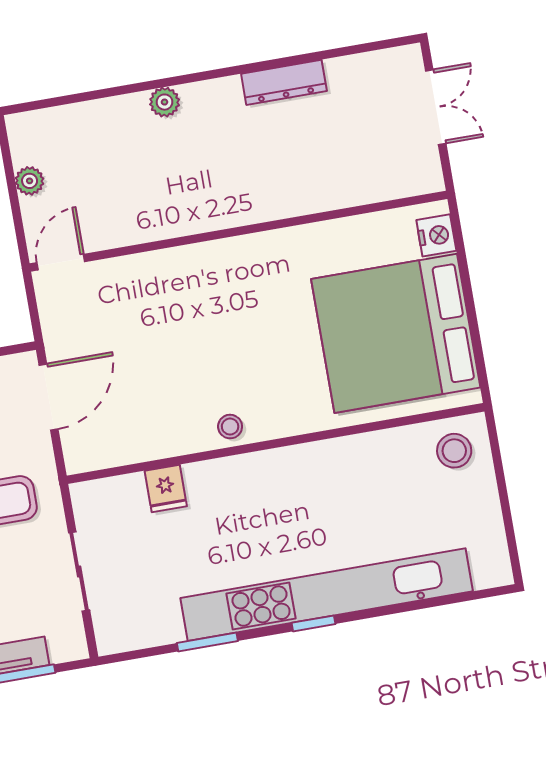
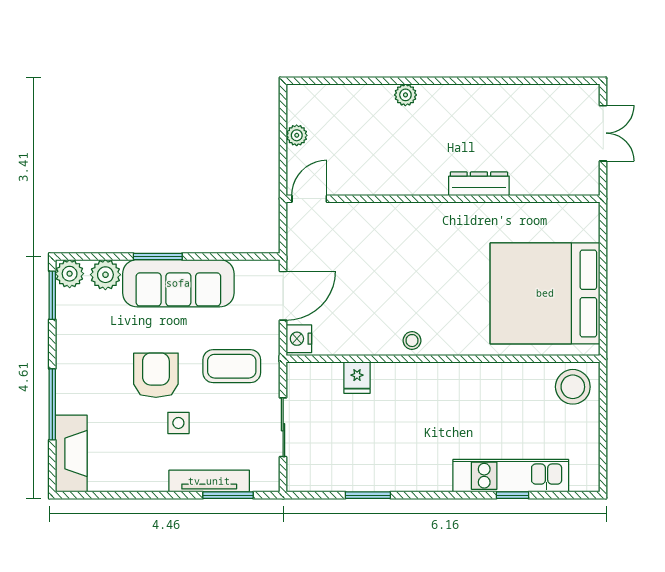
dresser: (284, 82) -> (479, 184), moved, turned 180
nightstand: (436, 235) -> (299, 339), moved, turned 180
stool: (454, 451) -> (573, 387), width x1.38, depth x1.38
kitchen unit: (327, 595) -> (511, 476), width x0.54
window: (313, 623) -> (512, 495), moved

